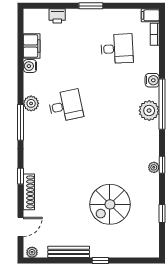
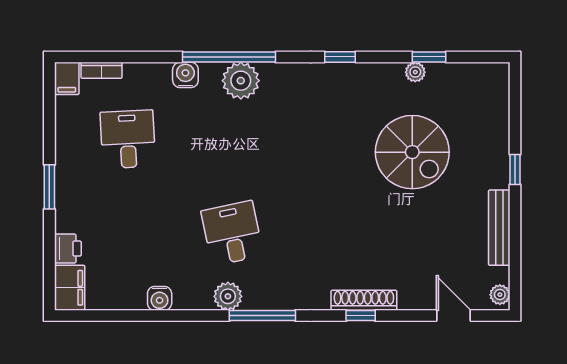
filing cabinet: (32, 46) -> (70, 288), moved, turned 90
plant: (154, 167) -> (415, 72), moved
shoe rack: (29, 192) -> (364, 300), moved

